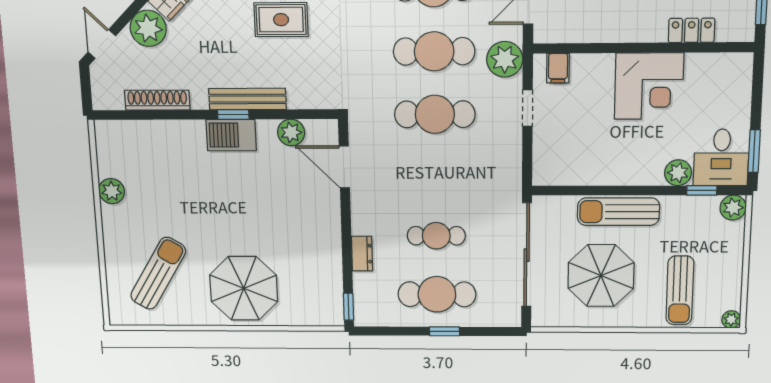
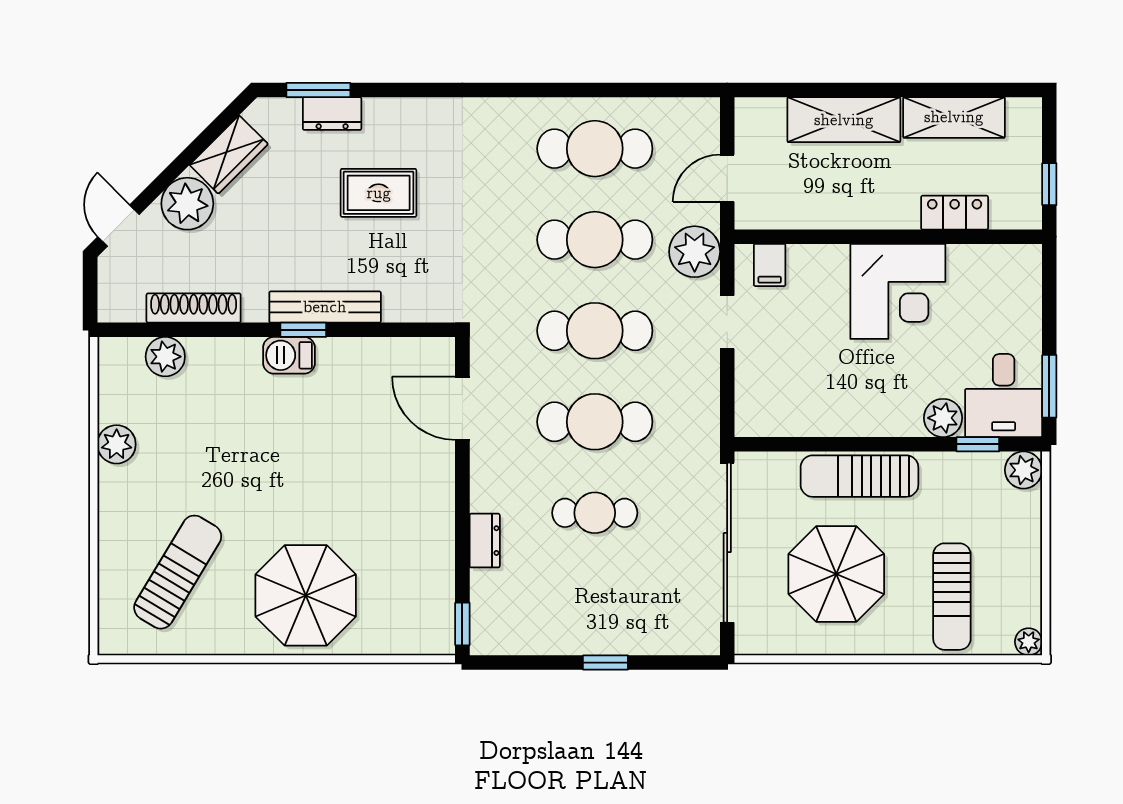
plant: (291, 132) -> (165, 357), moved
barbecue: (231, 135) -> (289, 355), width x0.73, depth x0.79
cafe table: (437, 294) -> (595, 422), moved

